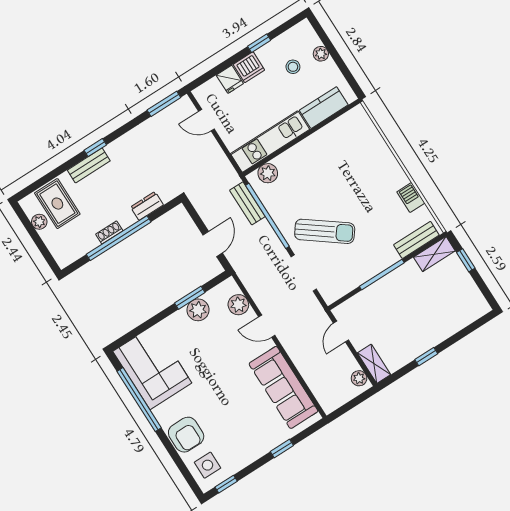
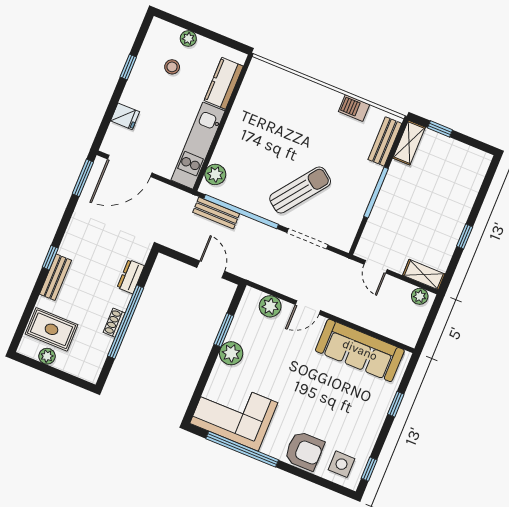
dishwasher: (249, 67) -> (134, 94), removed
door: (206, 120) -> (130, 166), width x1.88
plant: (198, 310) -> (231, 353), moved

